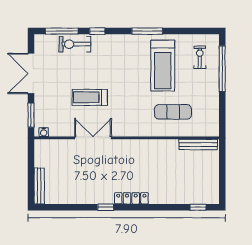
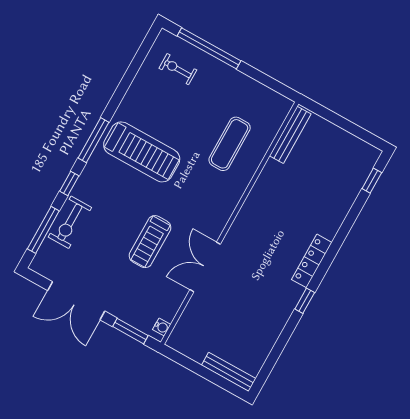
window: (147, 31) -> (94, 140), moved
treadmill: (163, 66) -> (142, 152), moved

